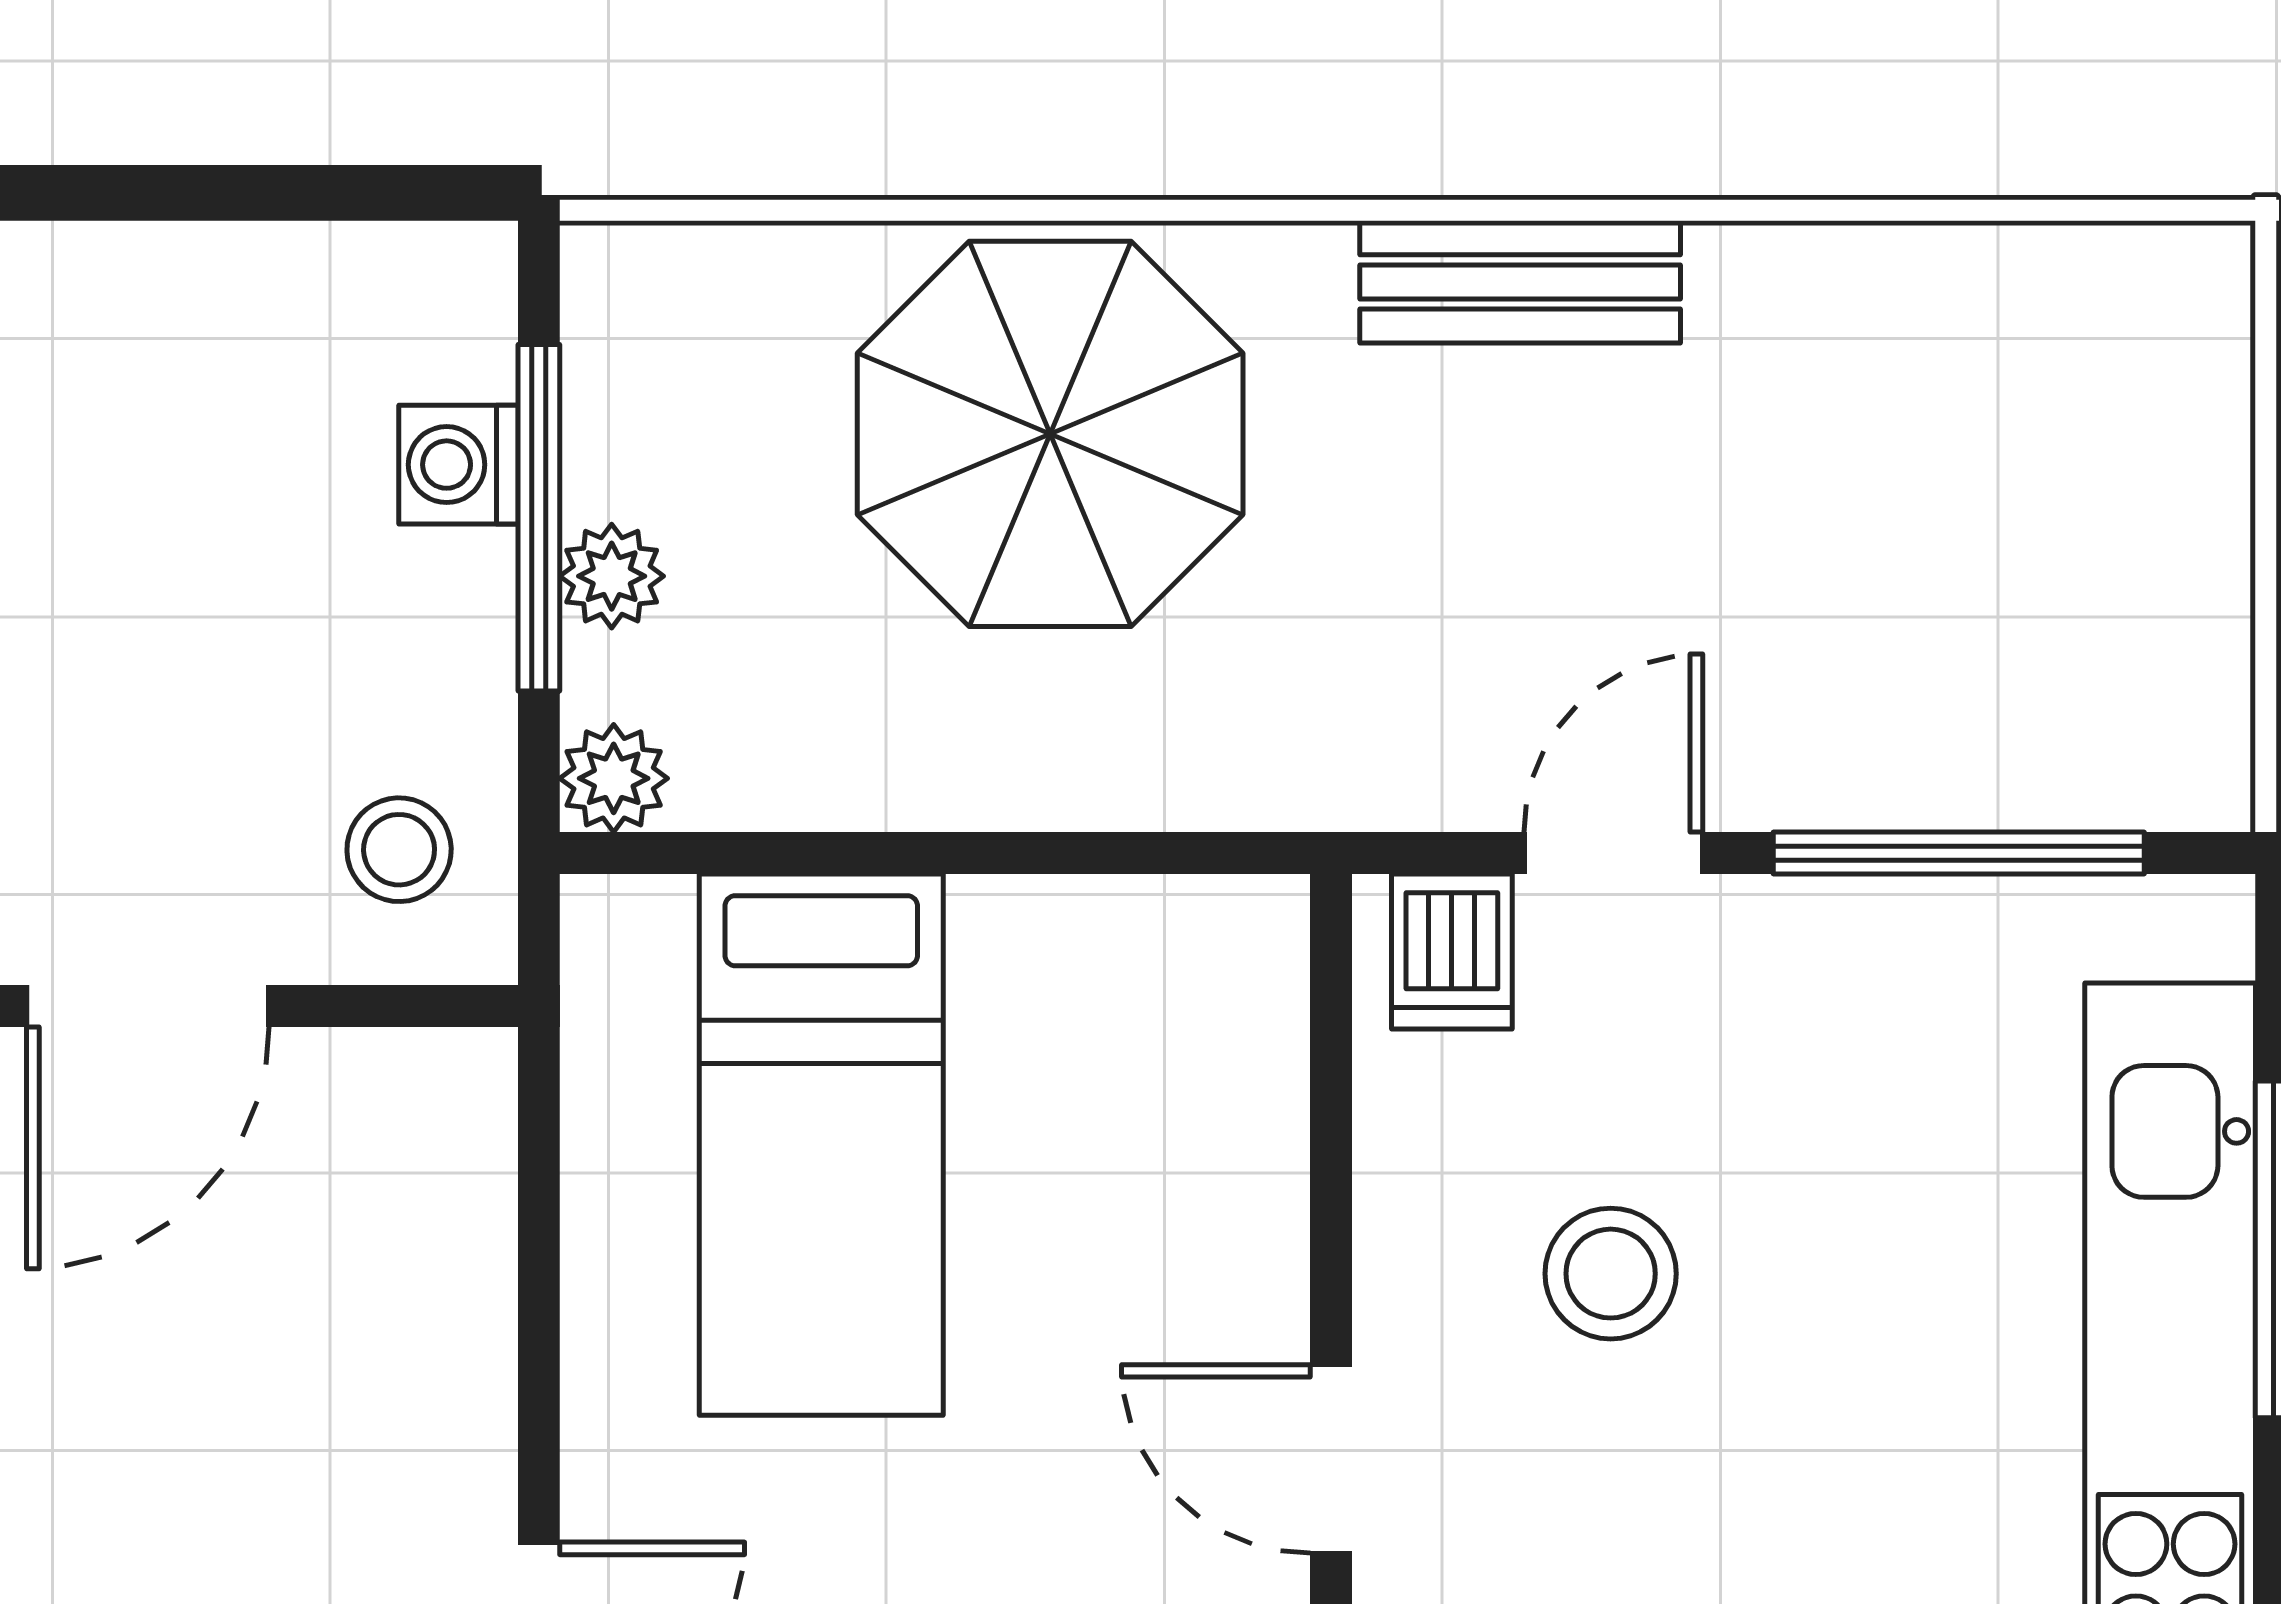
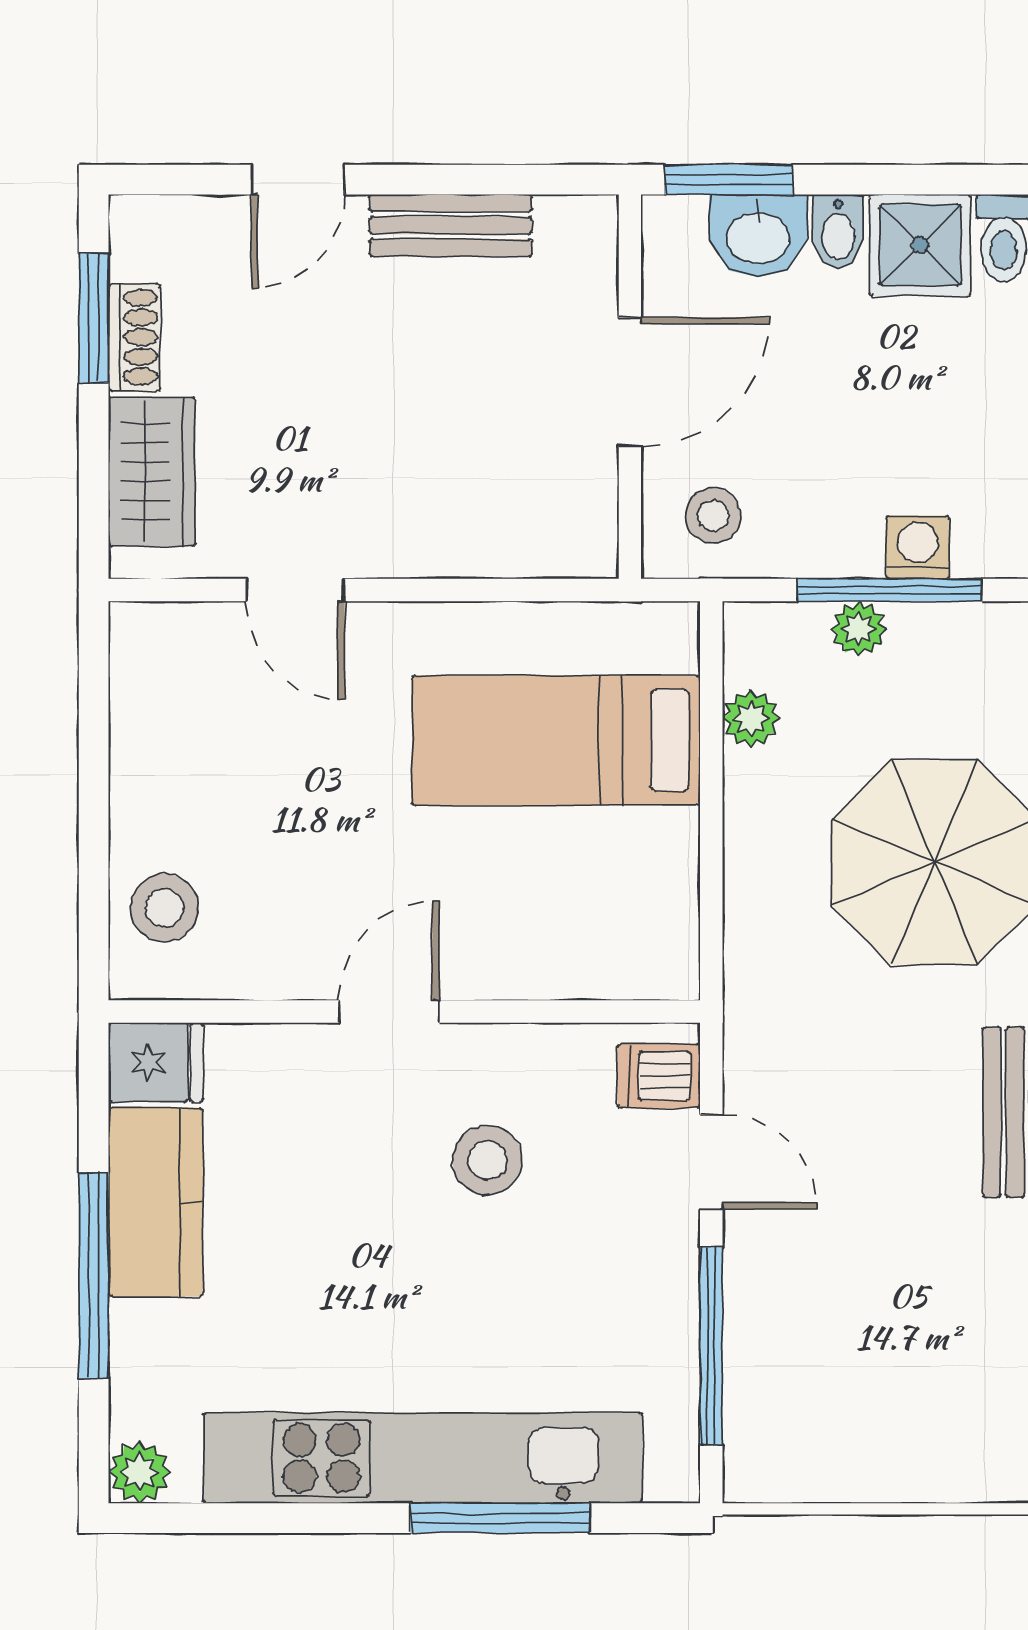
plant: (614, 778) -> (751, 719), moved
door: (148, 1006) -> (630, 382), swing flipped

